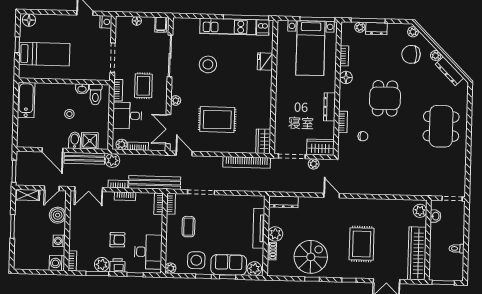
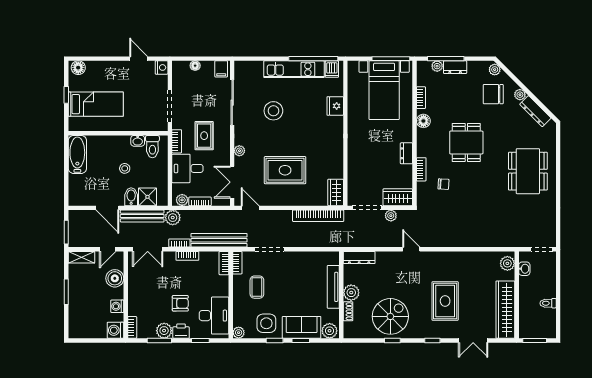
dresser: (330, 107) -> (406, 153), width x0.70

